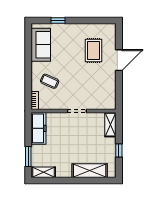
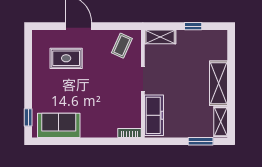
window: (58, 21) -> (28, 117), moved
coffee table: (50, 81) -> (122, 46), moved
freezer: (38, 128) -> (154, 115), moved, turned 90
shelving: (90, 171) -> (219, 83), moved

